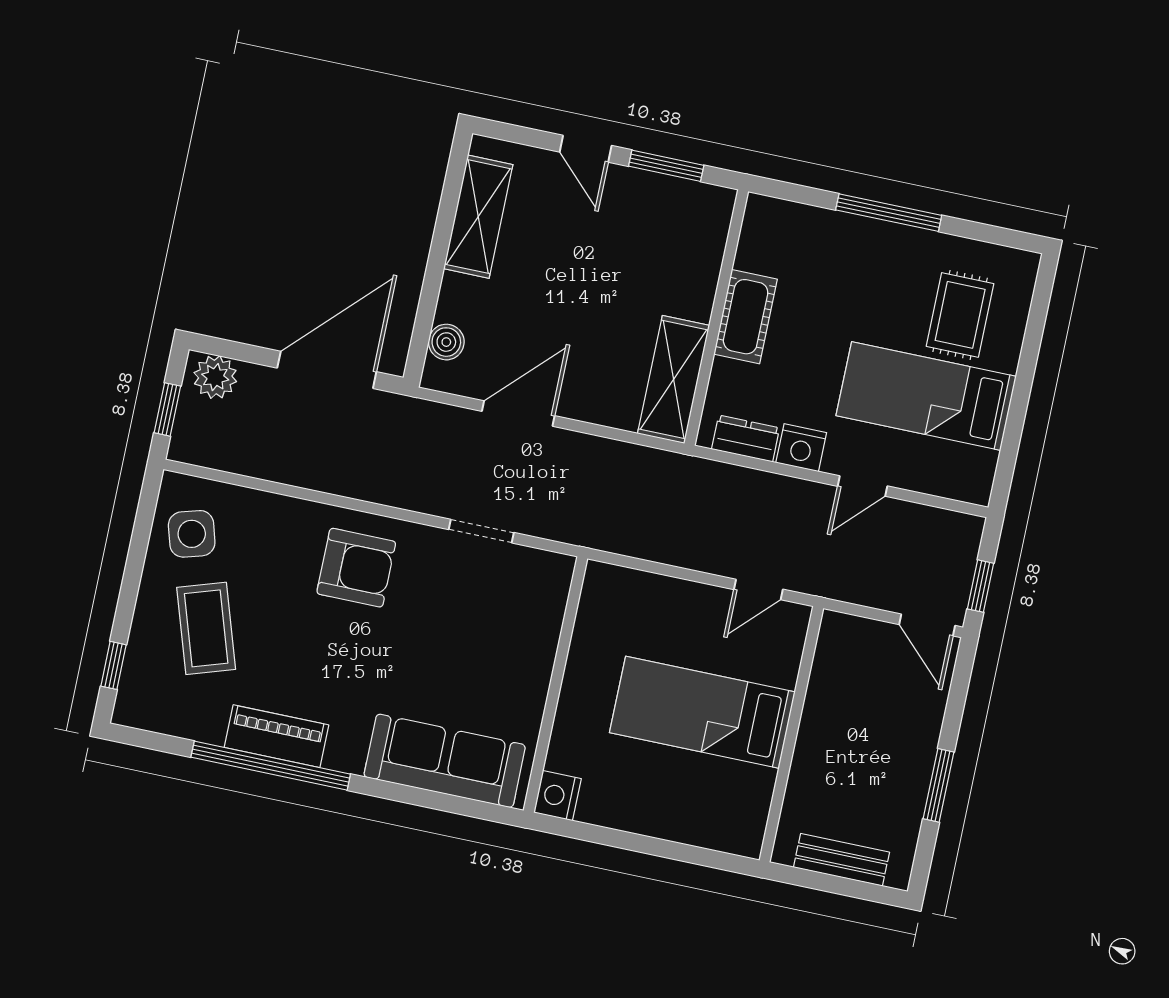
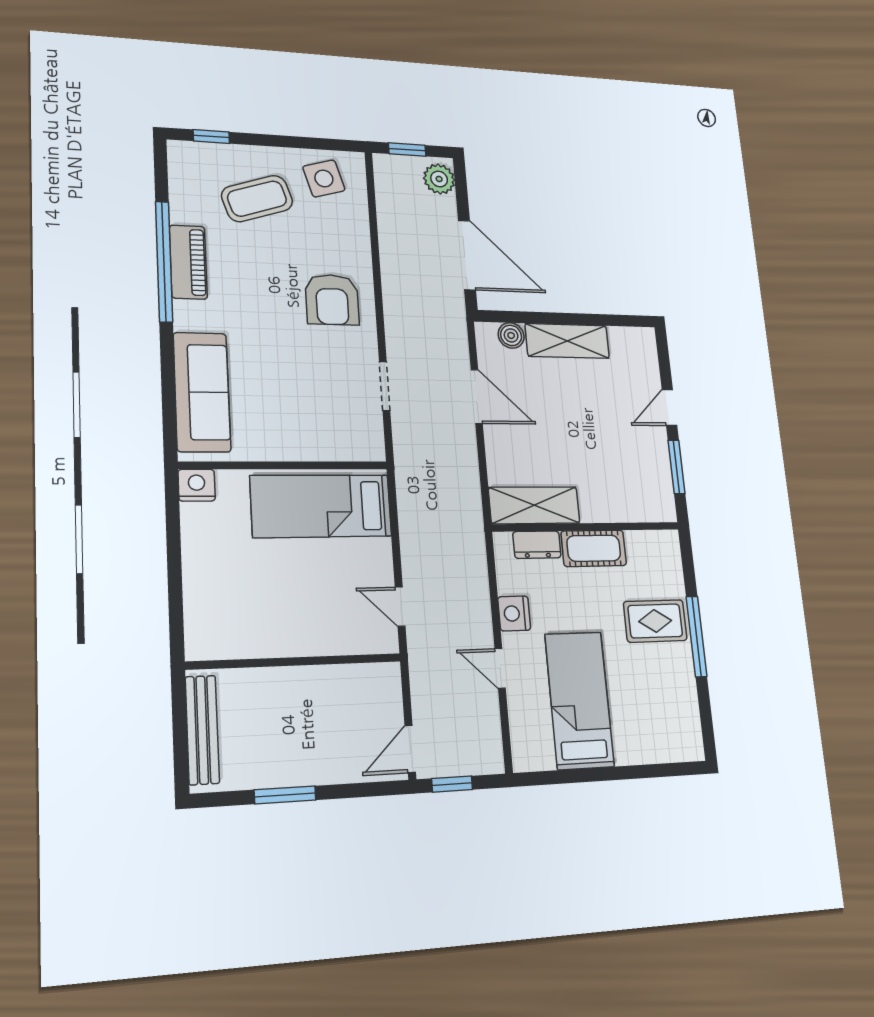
shelving: (478, 217) -> (567, 341), moved
rug: (960, 315) -> (655, 621), moved
dresser: (746, 438) -> (537, 545), moved, turned 90
bed: (702, 712) -> (321, 506), moved, turned -90
bench: (841, 860) -> (202, 730), width x1.36

